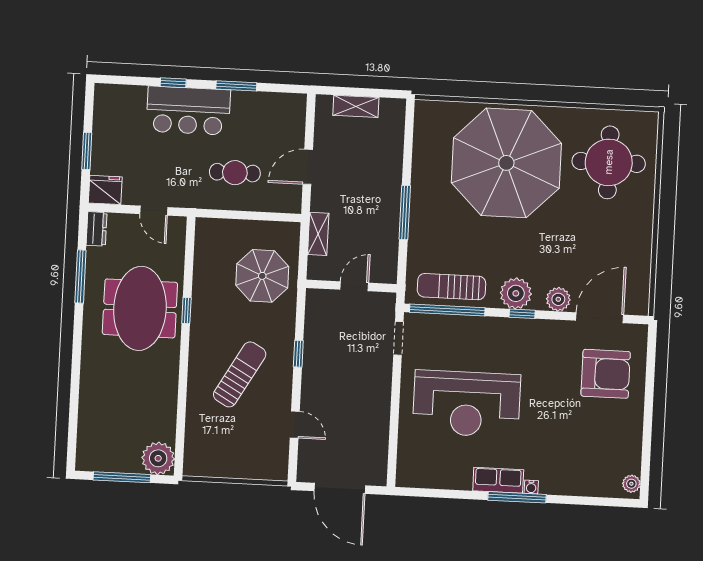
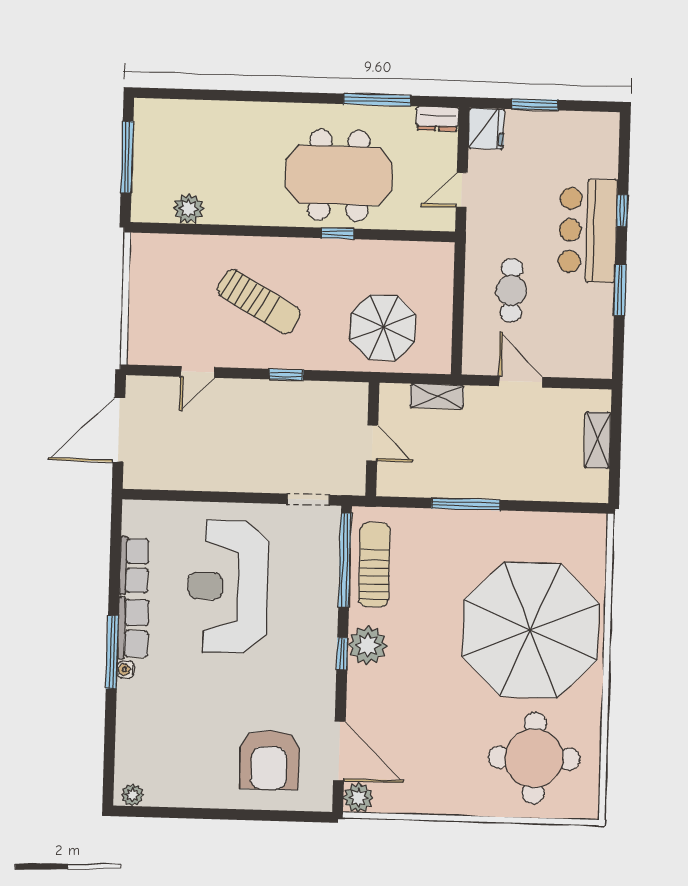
plant: (558, 299) -> (358, 798), moved
plant: (158, 458) -> (189, 209), moved, width x0.73, depth x0.73
row of seats: (448, 478) -> (134, 566), added

